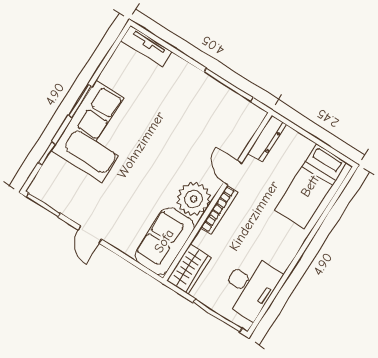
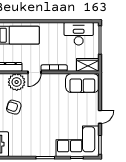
armchair: (197, 102) -> (14, 107), added
corner sofa: (99, 131) -> (78, 141), moved
plant: (194, 199) -> (17, 82), moved

